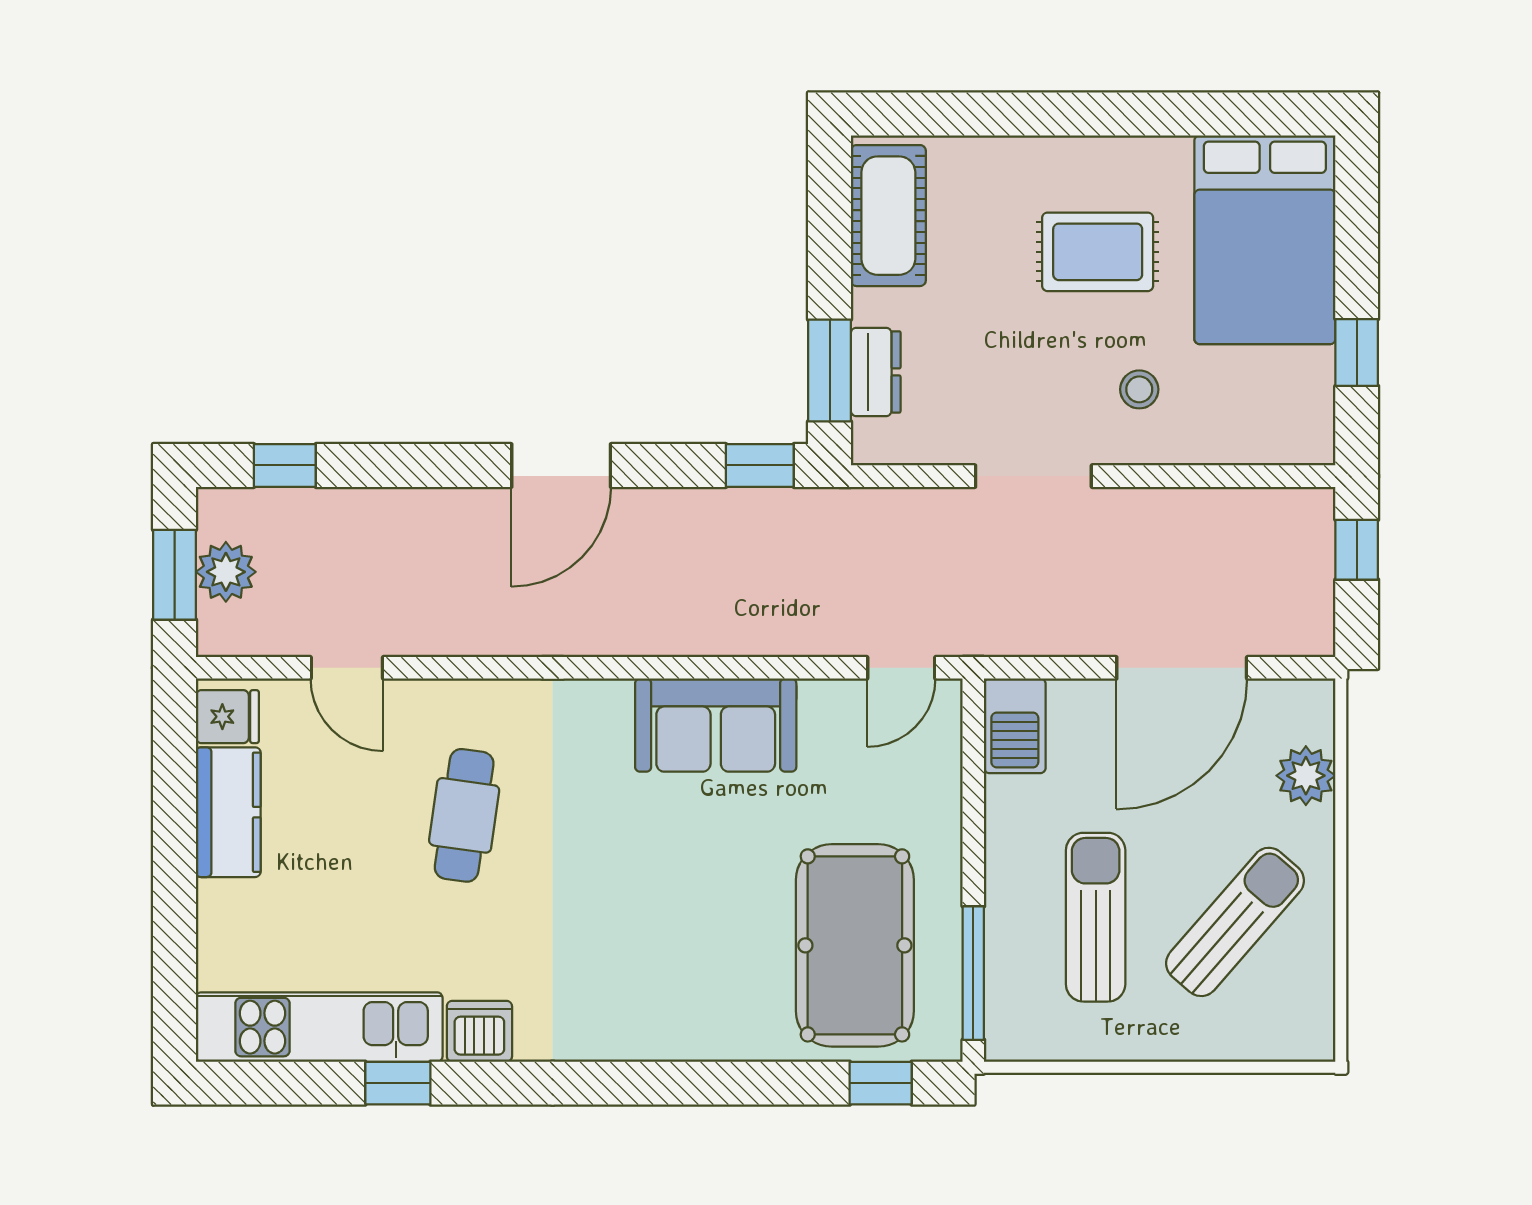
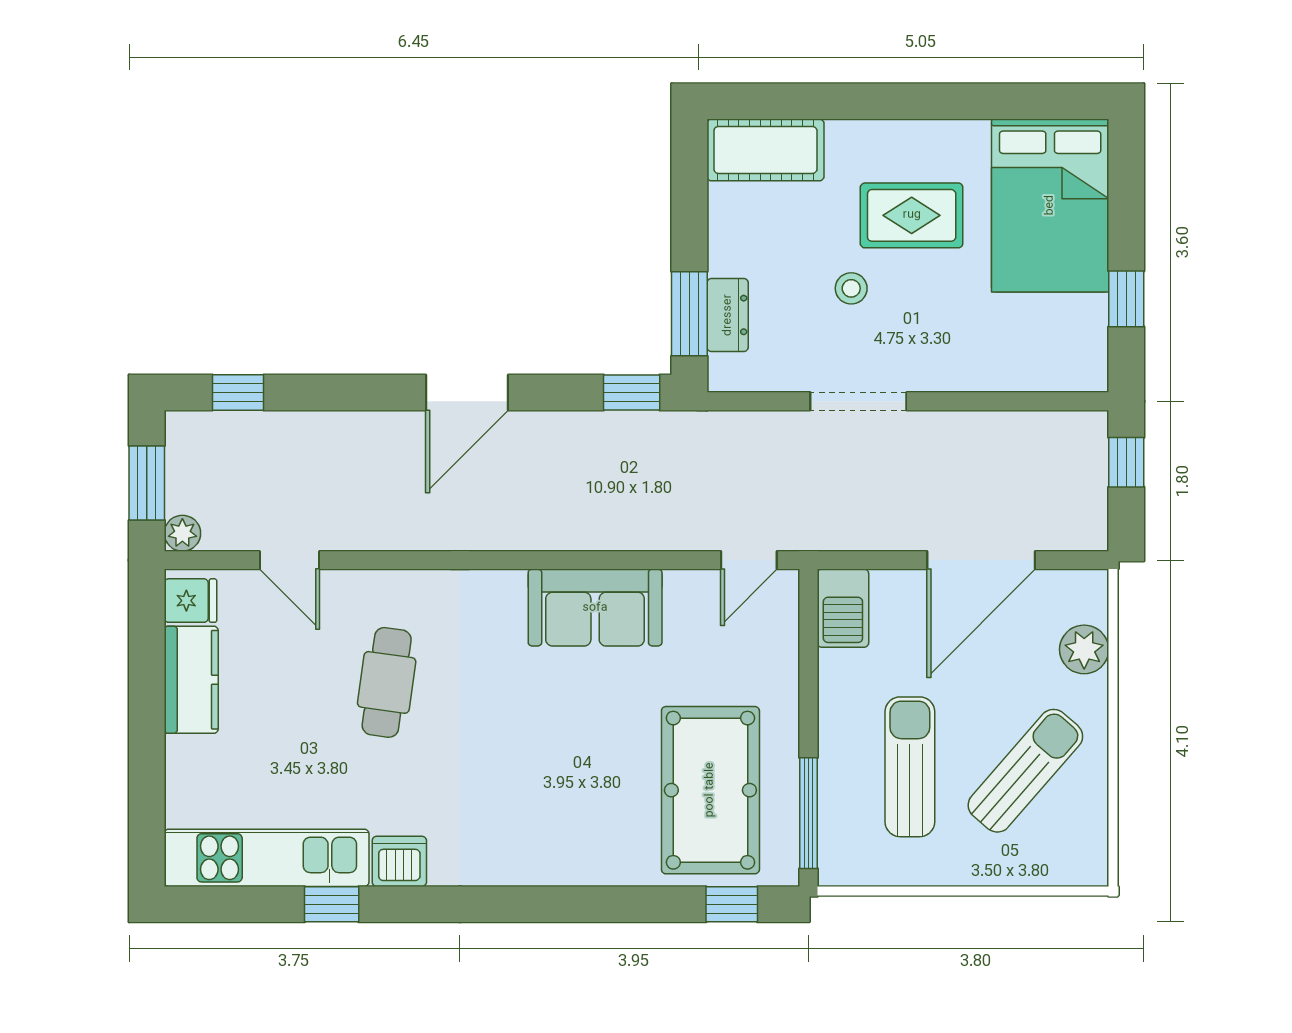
cot: (888, 216) -> (765, 150), moved, turned 90
stool: (1139, 389) -> (851, 288), moved
plant: (226, 572) -> (182, 533), moved, width x0.73, depth x0.73

